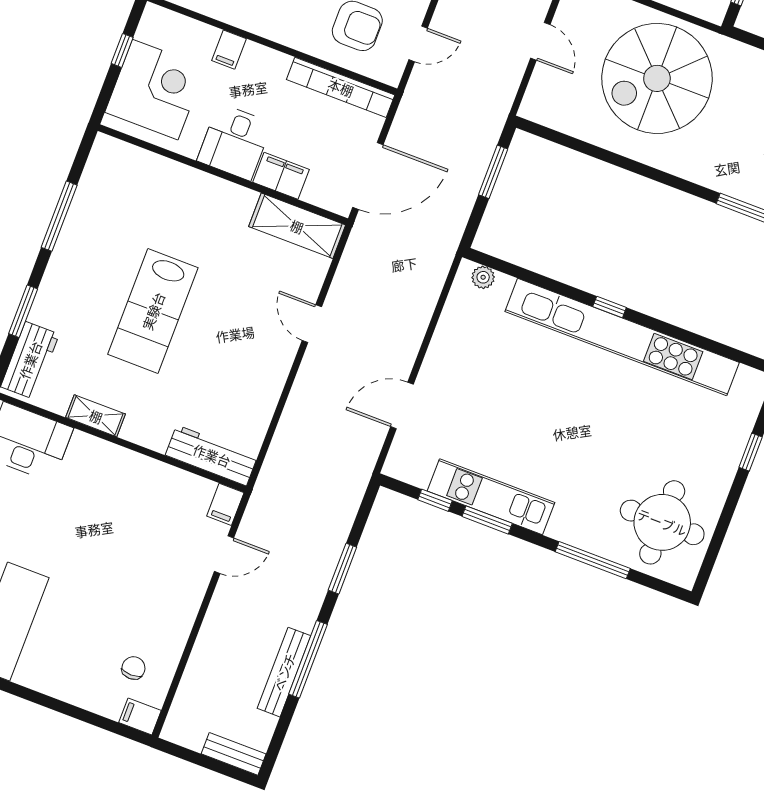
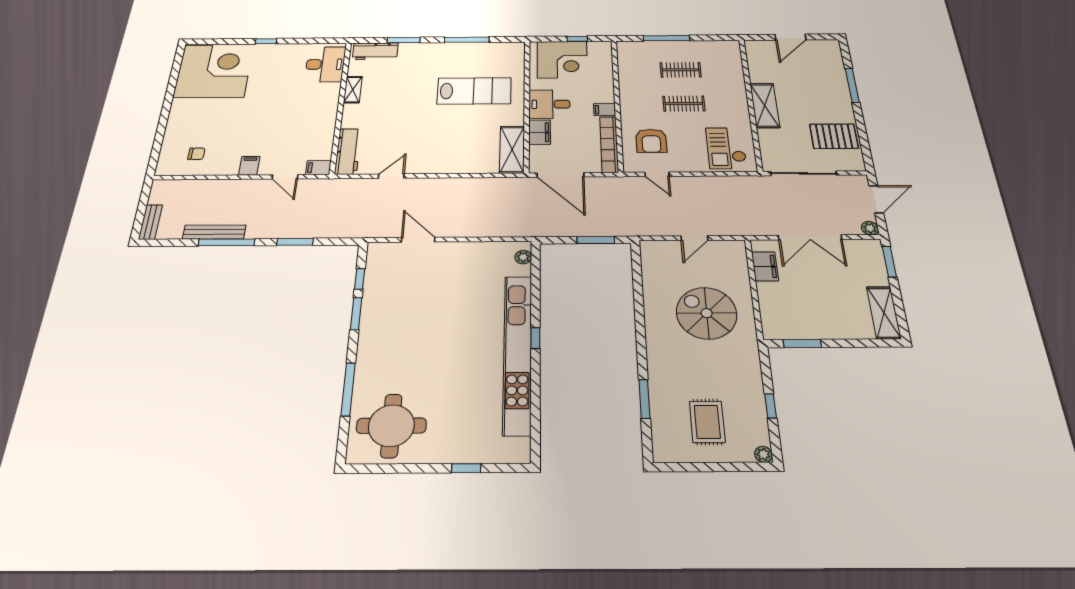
filing cabinet: (229, 50) -> (605, 110), moved
spiral stairs: (657, 78) -> (707, 313), width x0.73, depth x0.73
lab bench: (153, 311) -> (474, 91), moved, turned 180
door: (312, 324) -> (391, 176), moved
kitchen unit: (491, 497) -> (373, 311), removed
filing cabinet: (140, 716) -> (249, 166), moved

